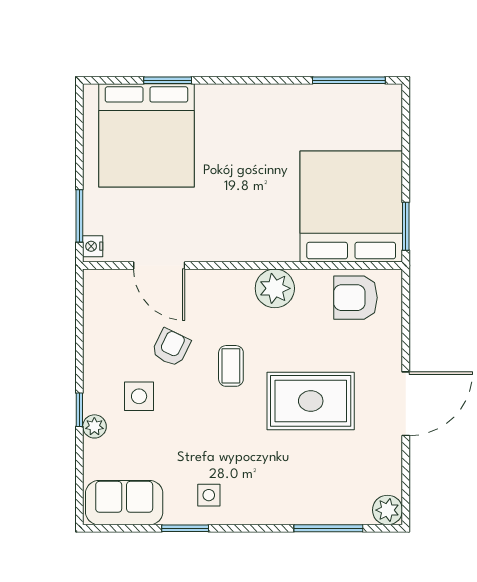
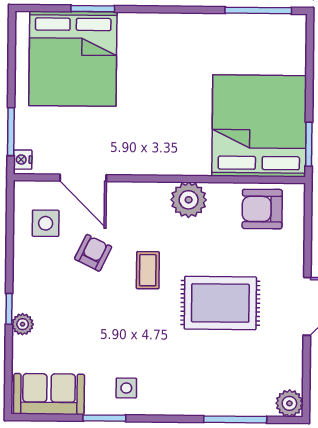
side table: (139, 396) -> (46, 223), moved

